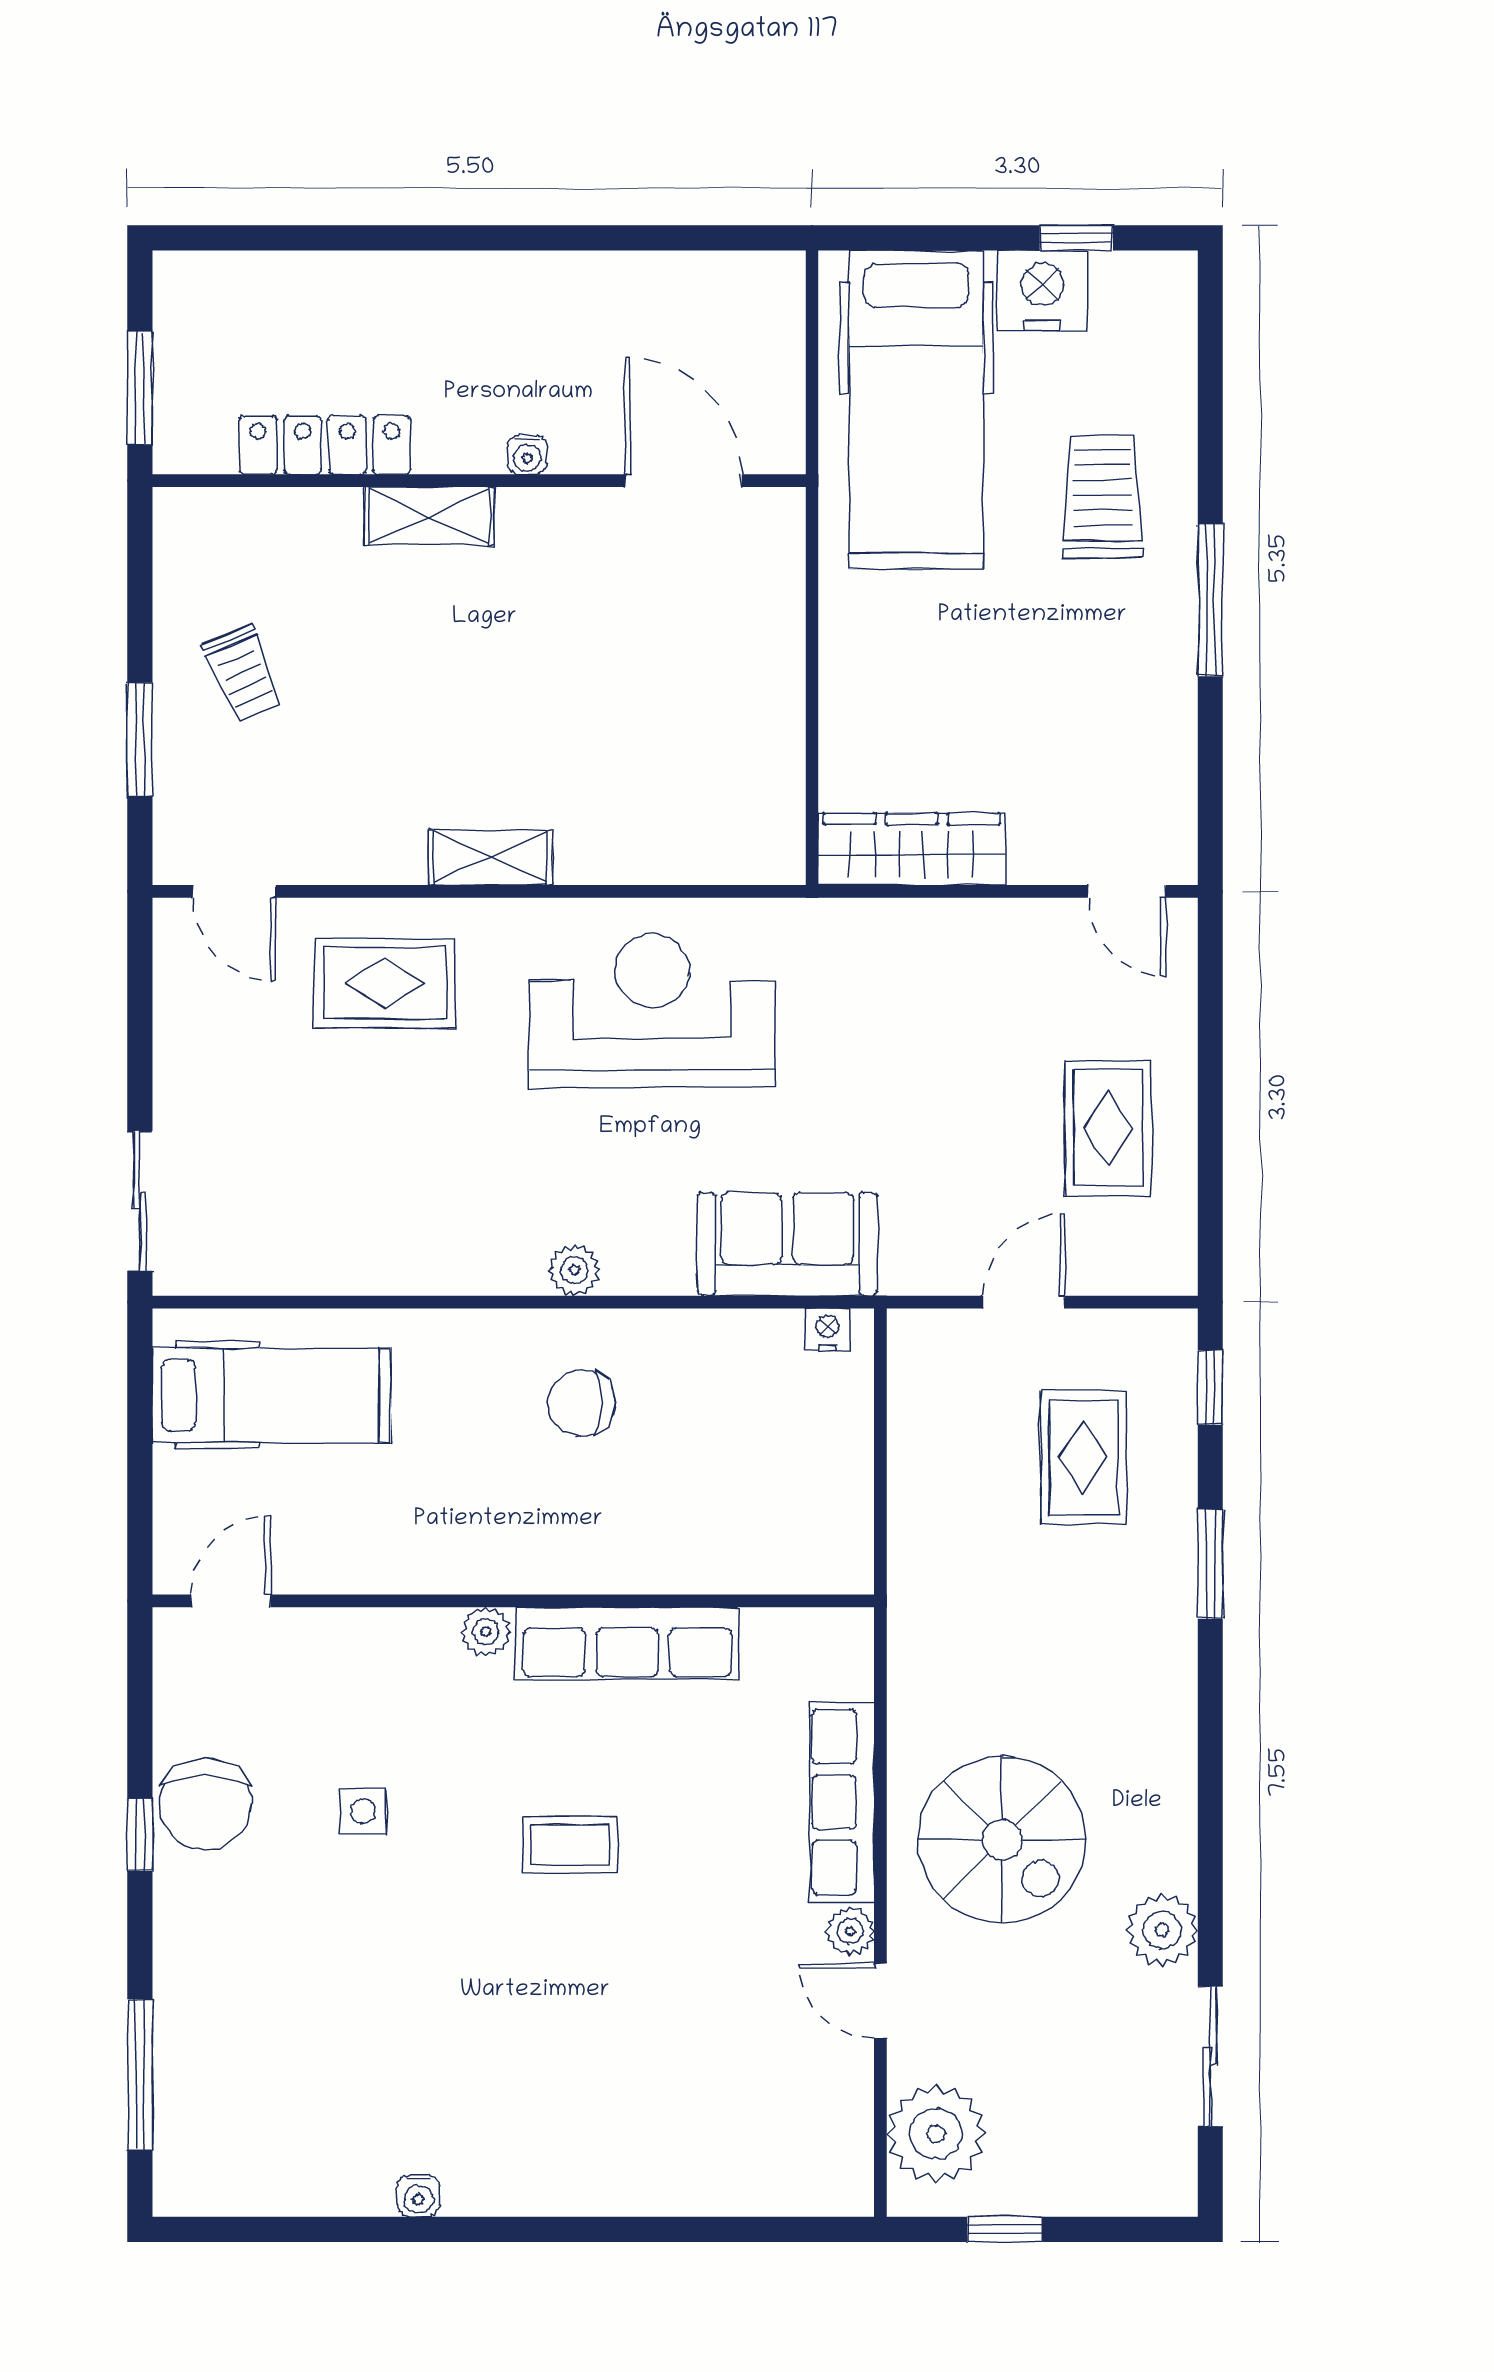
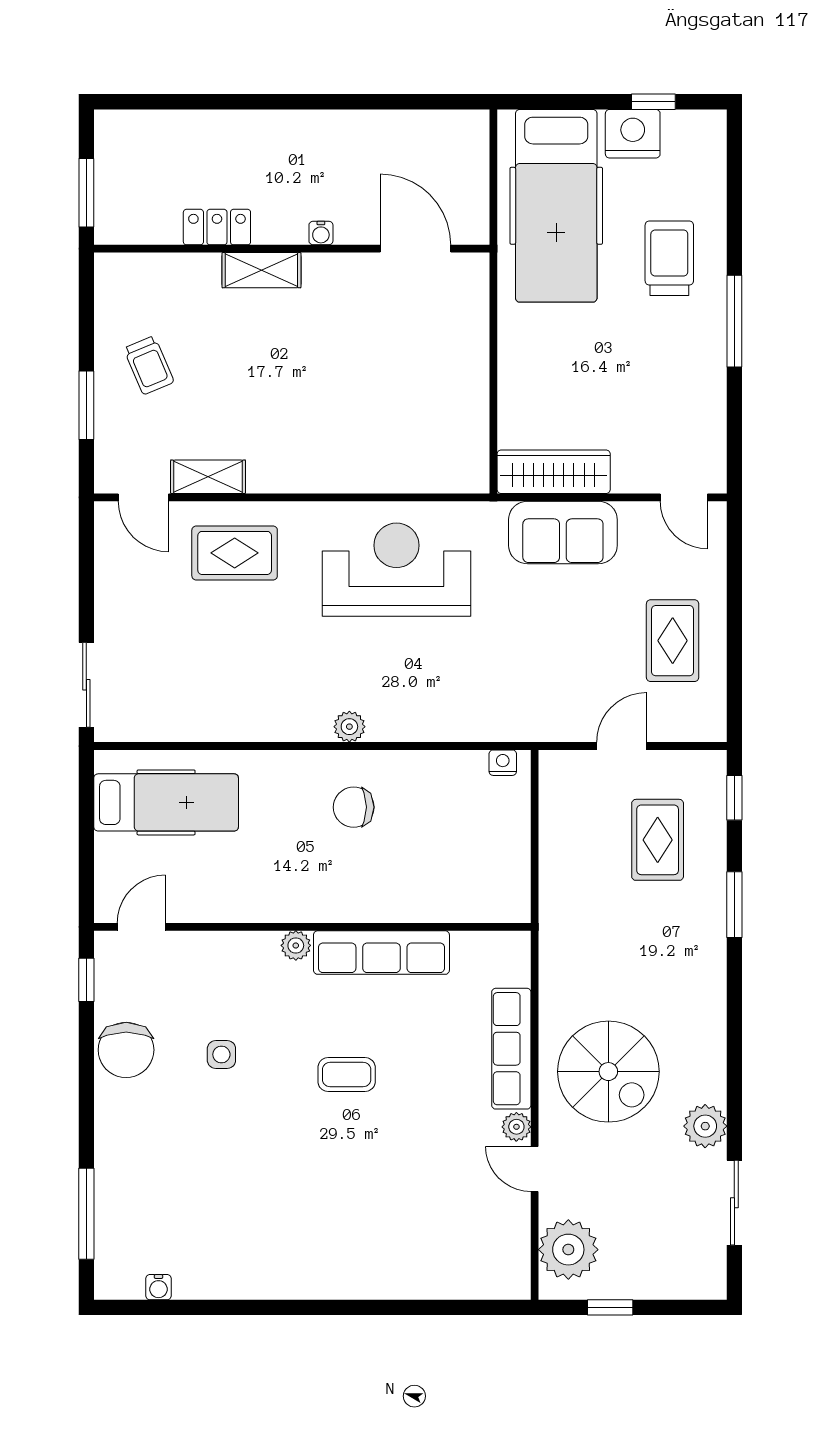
locker: (325, 445) -> (217, 227), width x0.66
shelving: (490, 857) -> (208, 477), moved
sofa: (787, 1244) -> (563, 533), moved, turned 180
window: (140, 1835) -> (86, 980), moved
water cooler: (418, 2196) -> (158, 1287), moved

